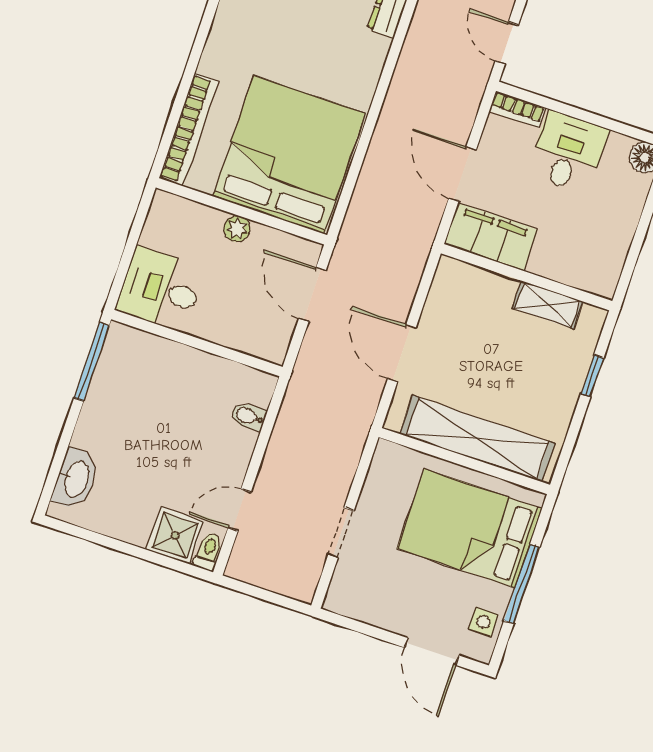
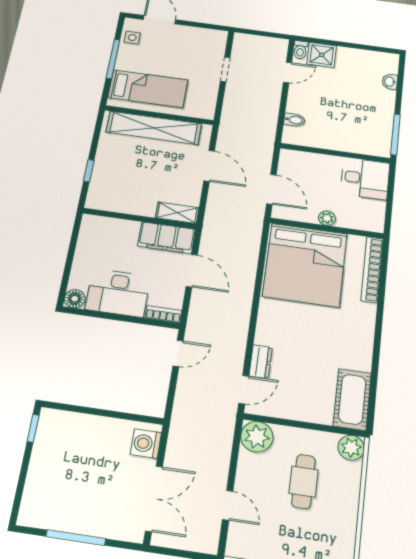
door: (507, 43) -> (178, 353), hinge flipped
desk: (568, 152) -> (118, 293), width x1.37
shelving: (548, 305) -> (177, 213), moved
washbasin: (76, 479) -> (390, 82), width x0.52, depth x0.69
bed: (470, 529) -> (148, 89), width x0.67

